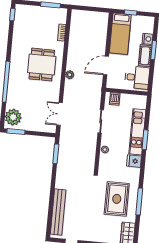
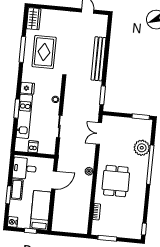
nightstand: (148, 39) -> (13, 222), moved
dishwasher: (115, 99) -> (33, 147), moved
double door: (60, 114) -> (99, 134), swing flipped
plant: (13, 117) -> (142, 148), moved
bench: (58, 212) -> (99, 59), moved

